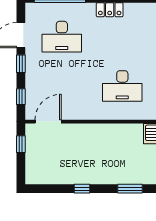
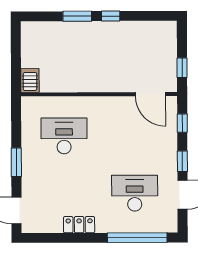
door: (48, 122) -> (150, 94), hinge flipped
window: (130, 189) -> (77, 16), moved

